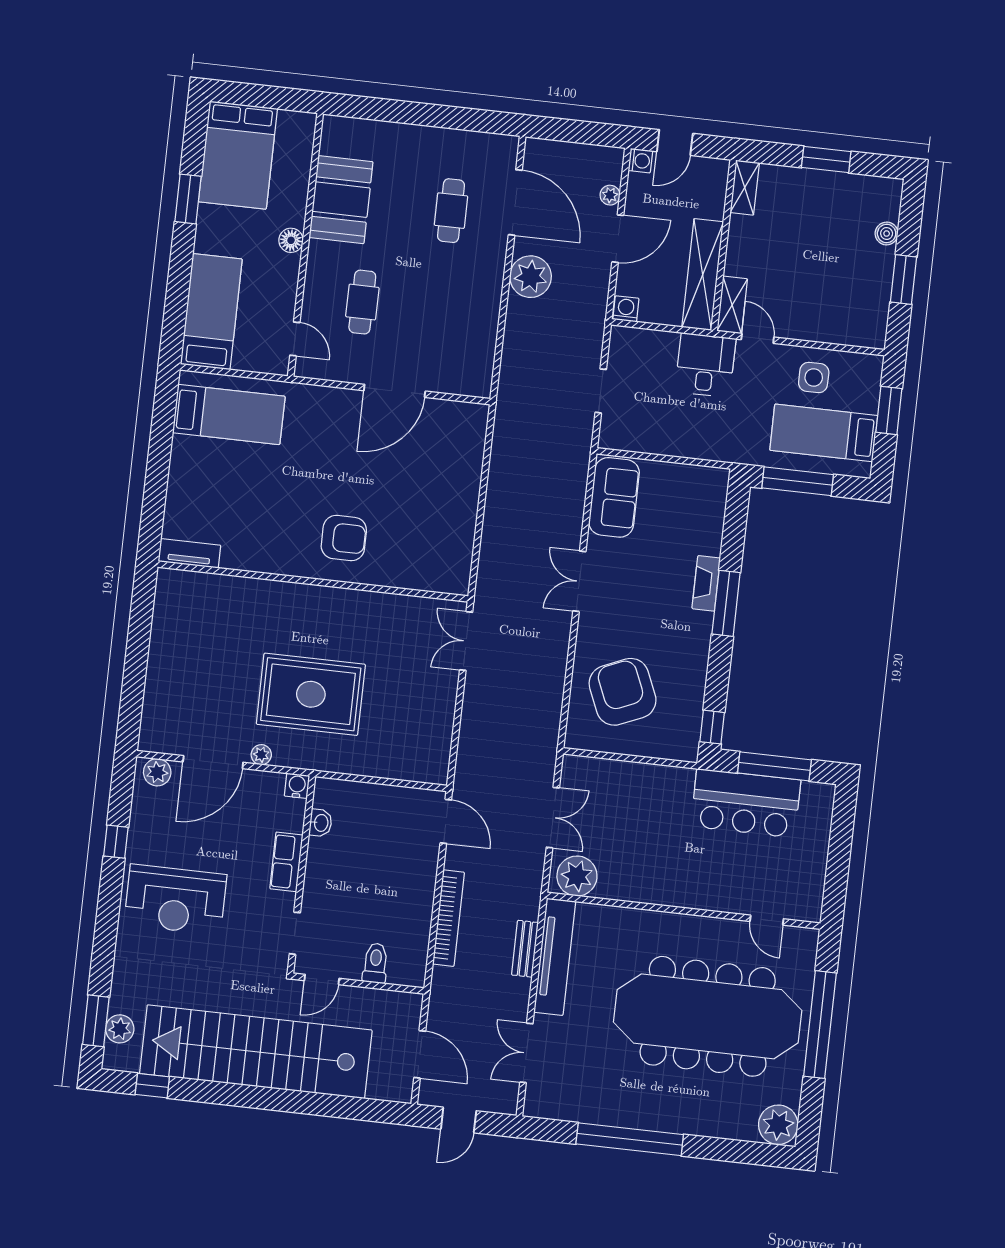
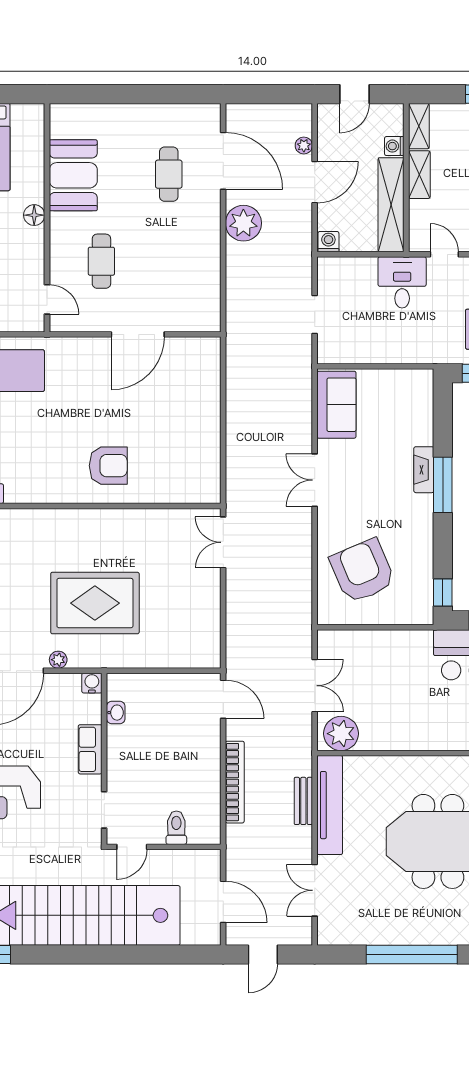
washing machine: (640, 161) -> (394, 146), moved, turned 180
shelving: (732, 305) -> (419, 175), moved

